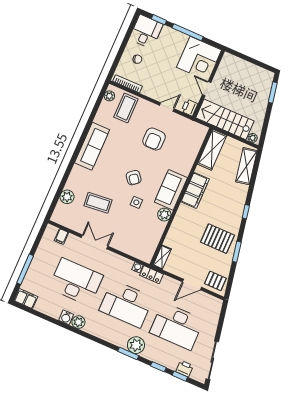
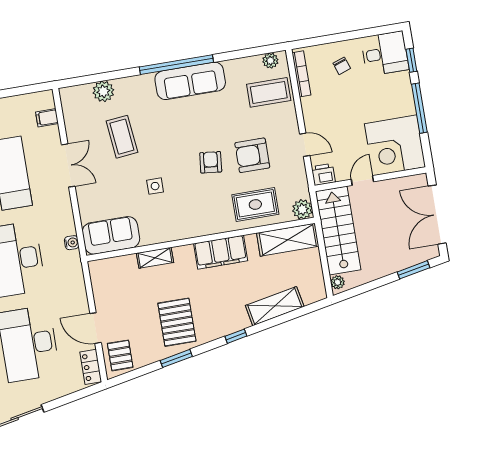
double door: (251, 60) -> (437, 215), added
window: (78, 148) -> (176, 65), added
rug: (182, 155) -> (255, 204), added
shelving: (246, 166) -> (275, 306), moved
armchair: (134, 178) -> (211, 162), moved, turned 134
sofa: (171, 190) -> (111, 235), moved
plant: (164, 215) -> (302, 209), moved
shelving: (162, 257) -> (155, 258), moved
locker: (152, 275) -> (91, 367), moved

